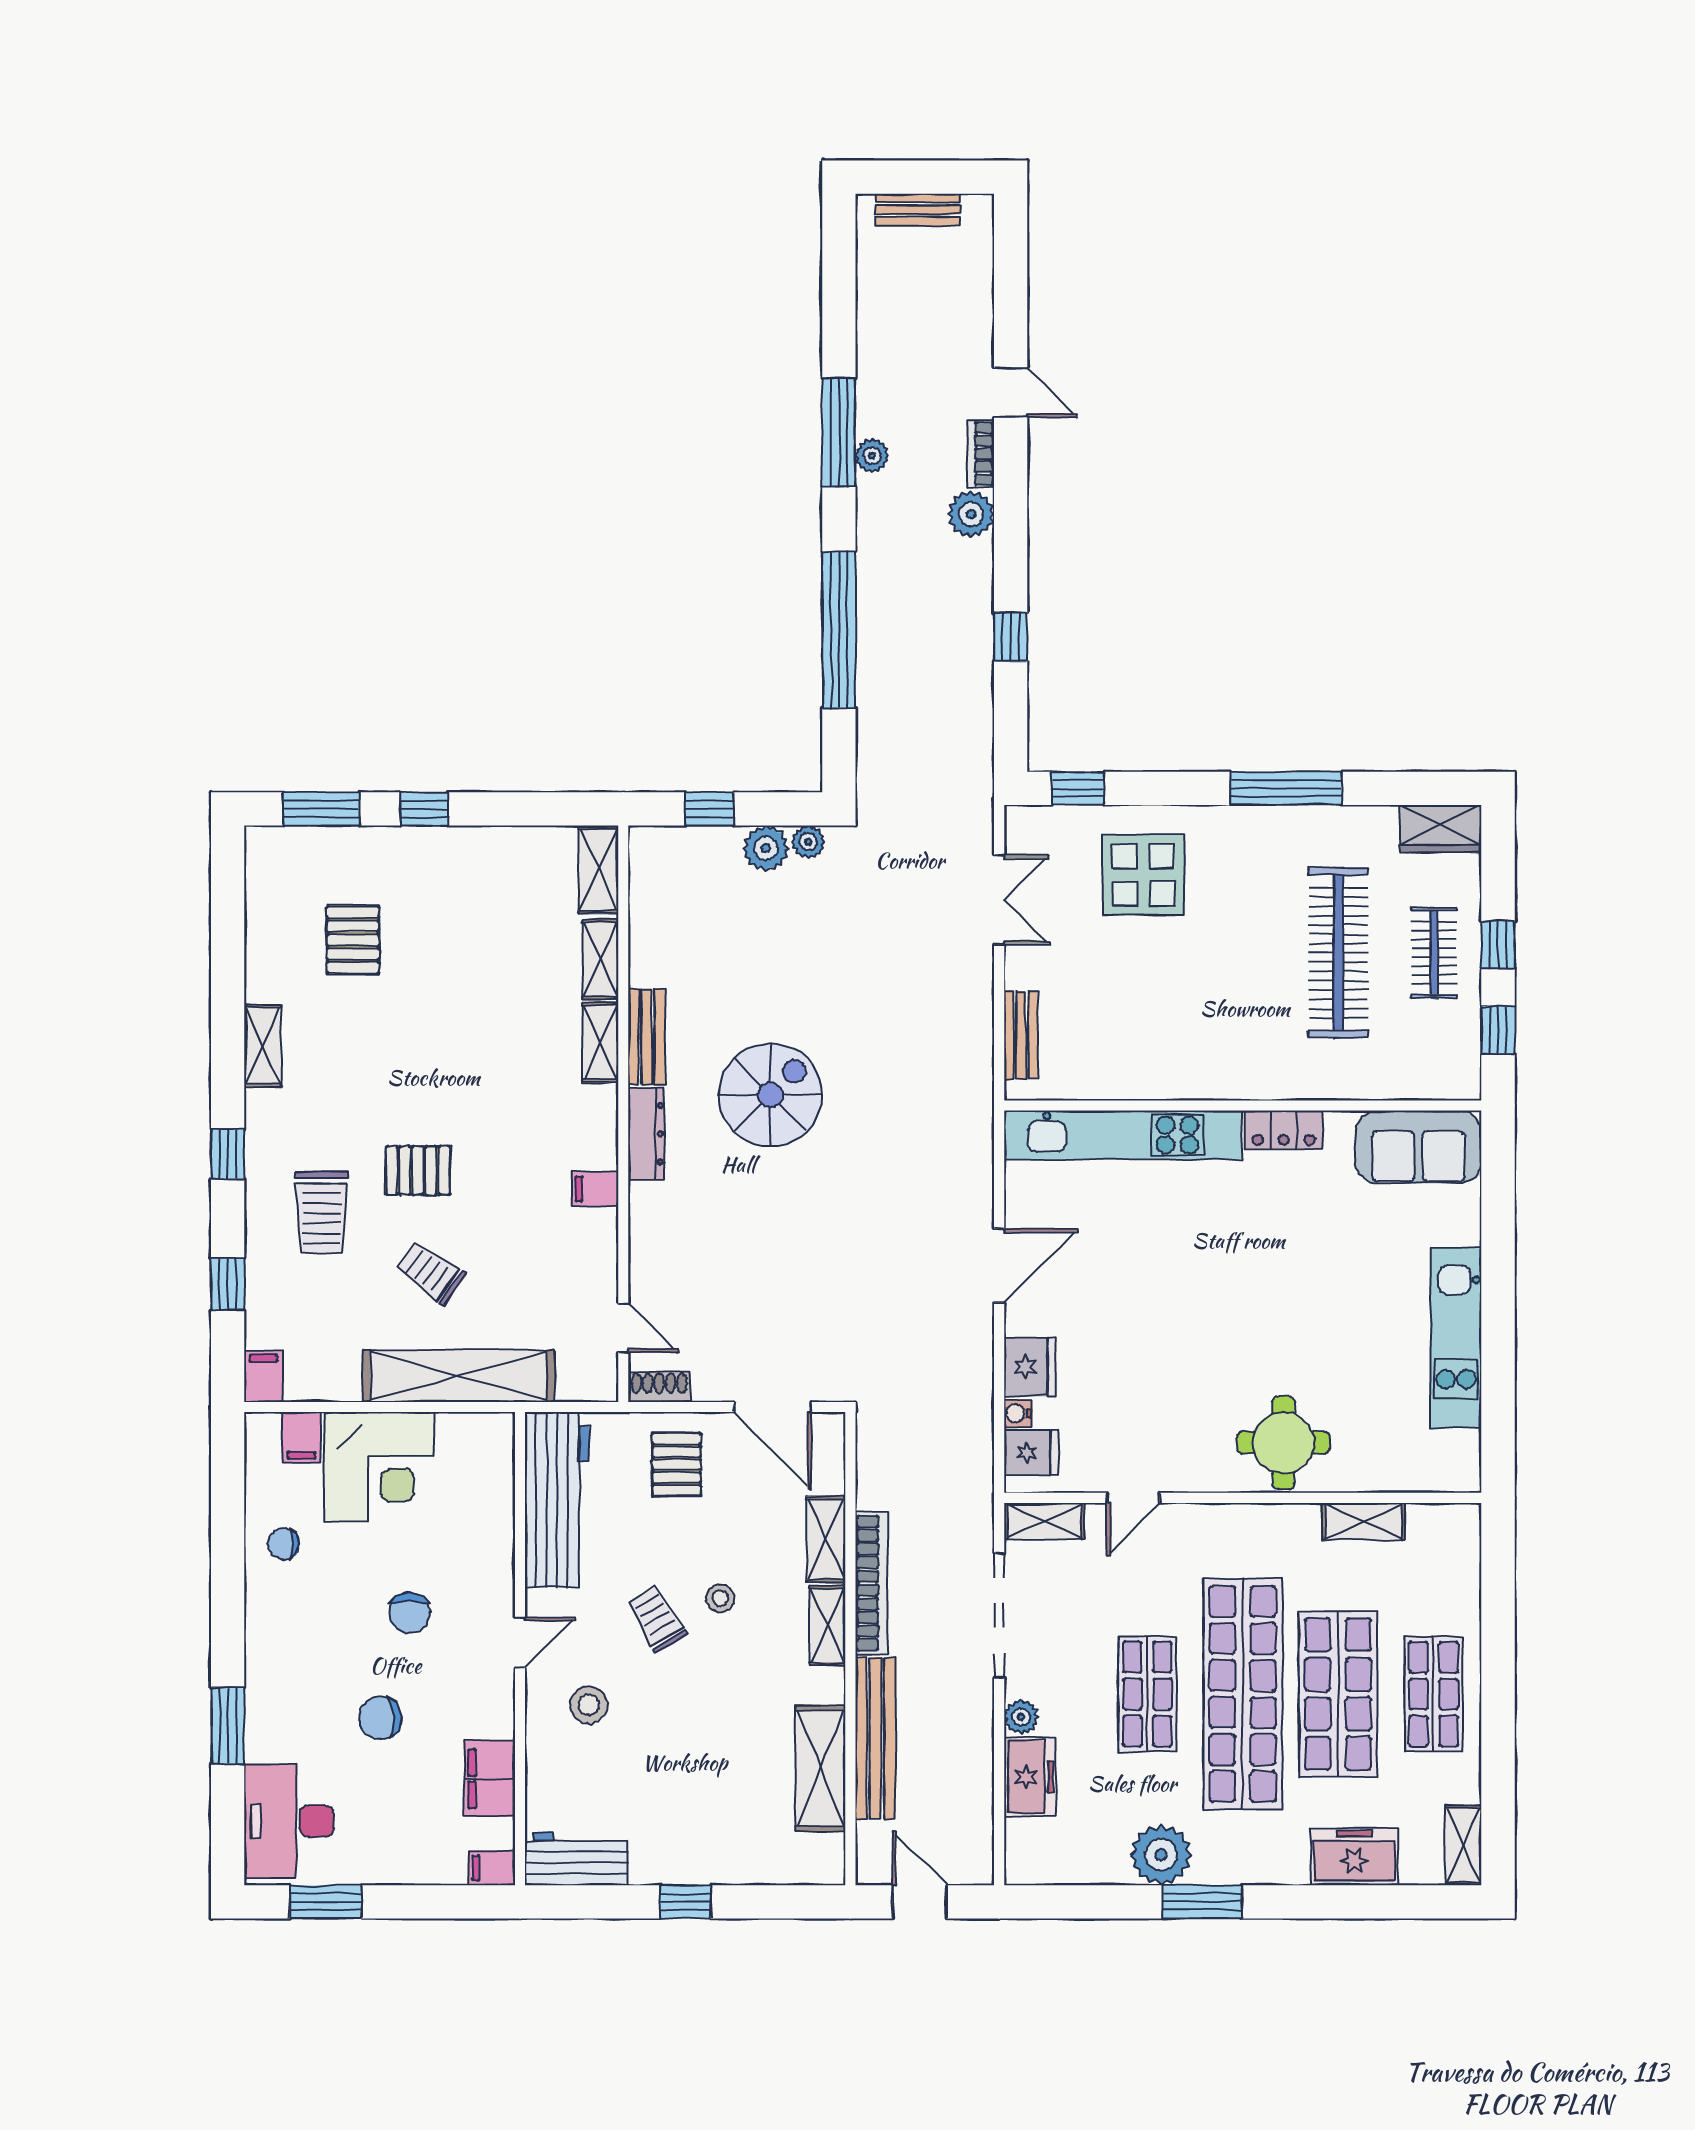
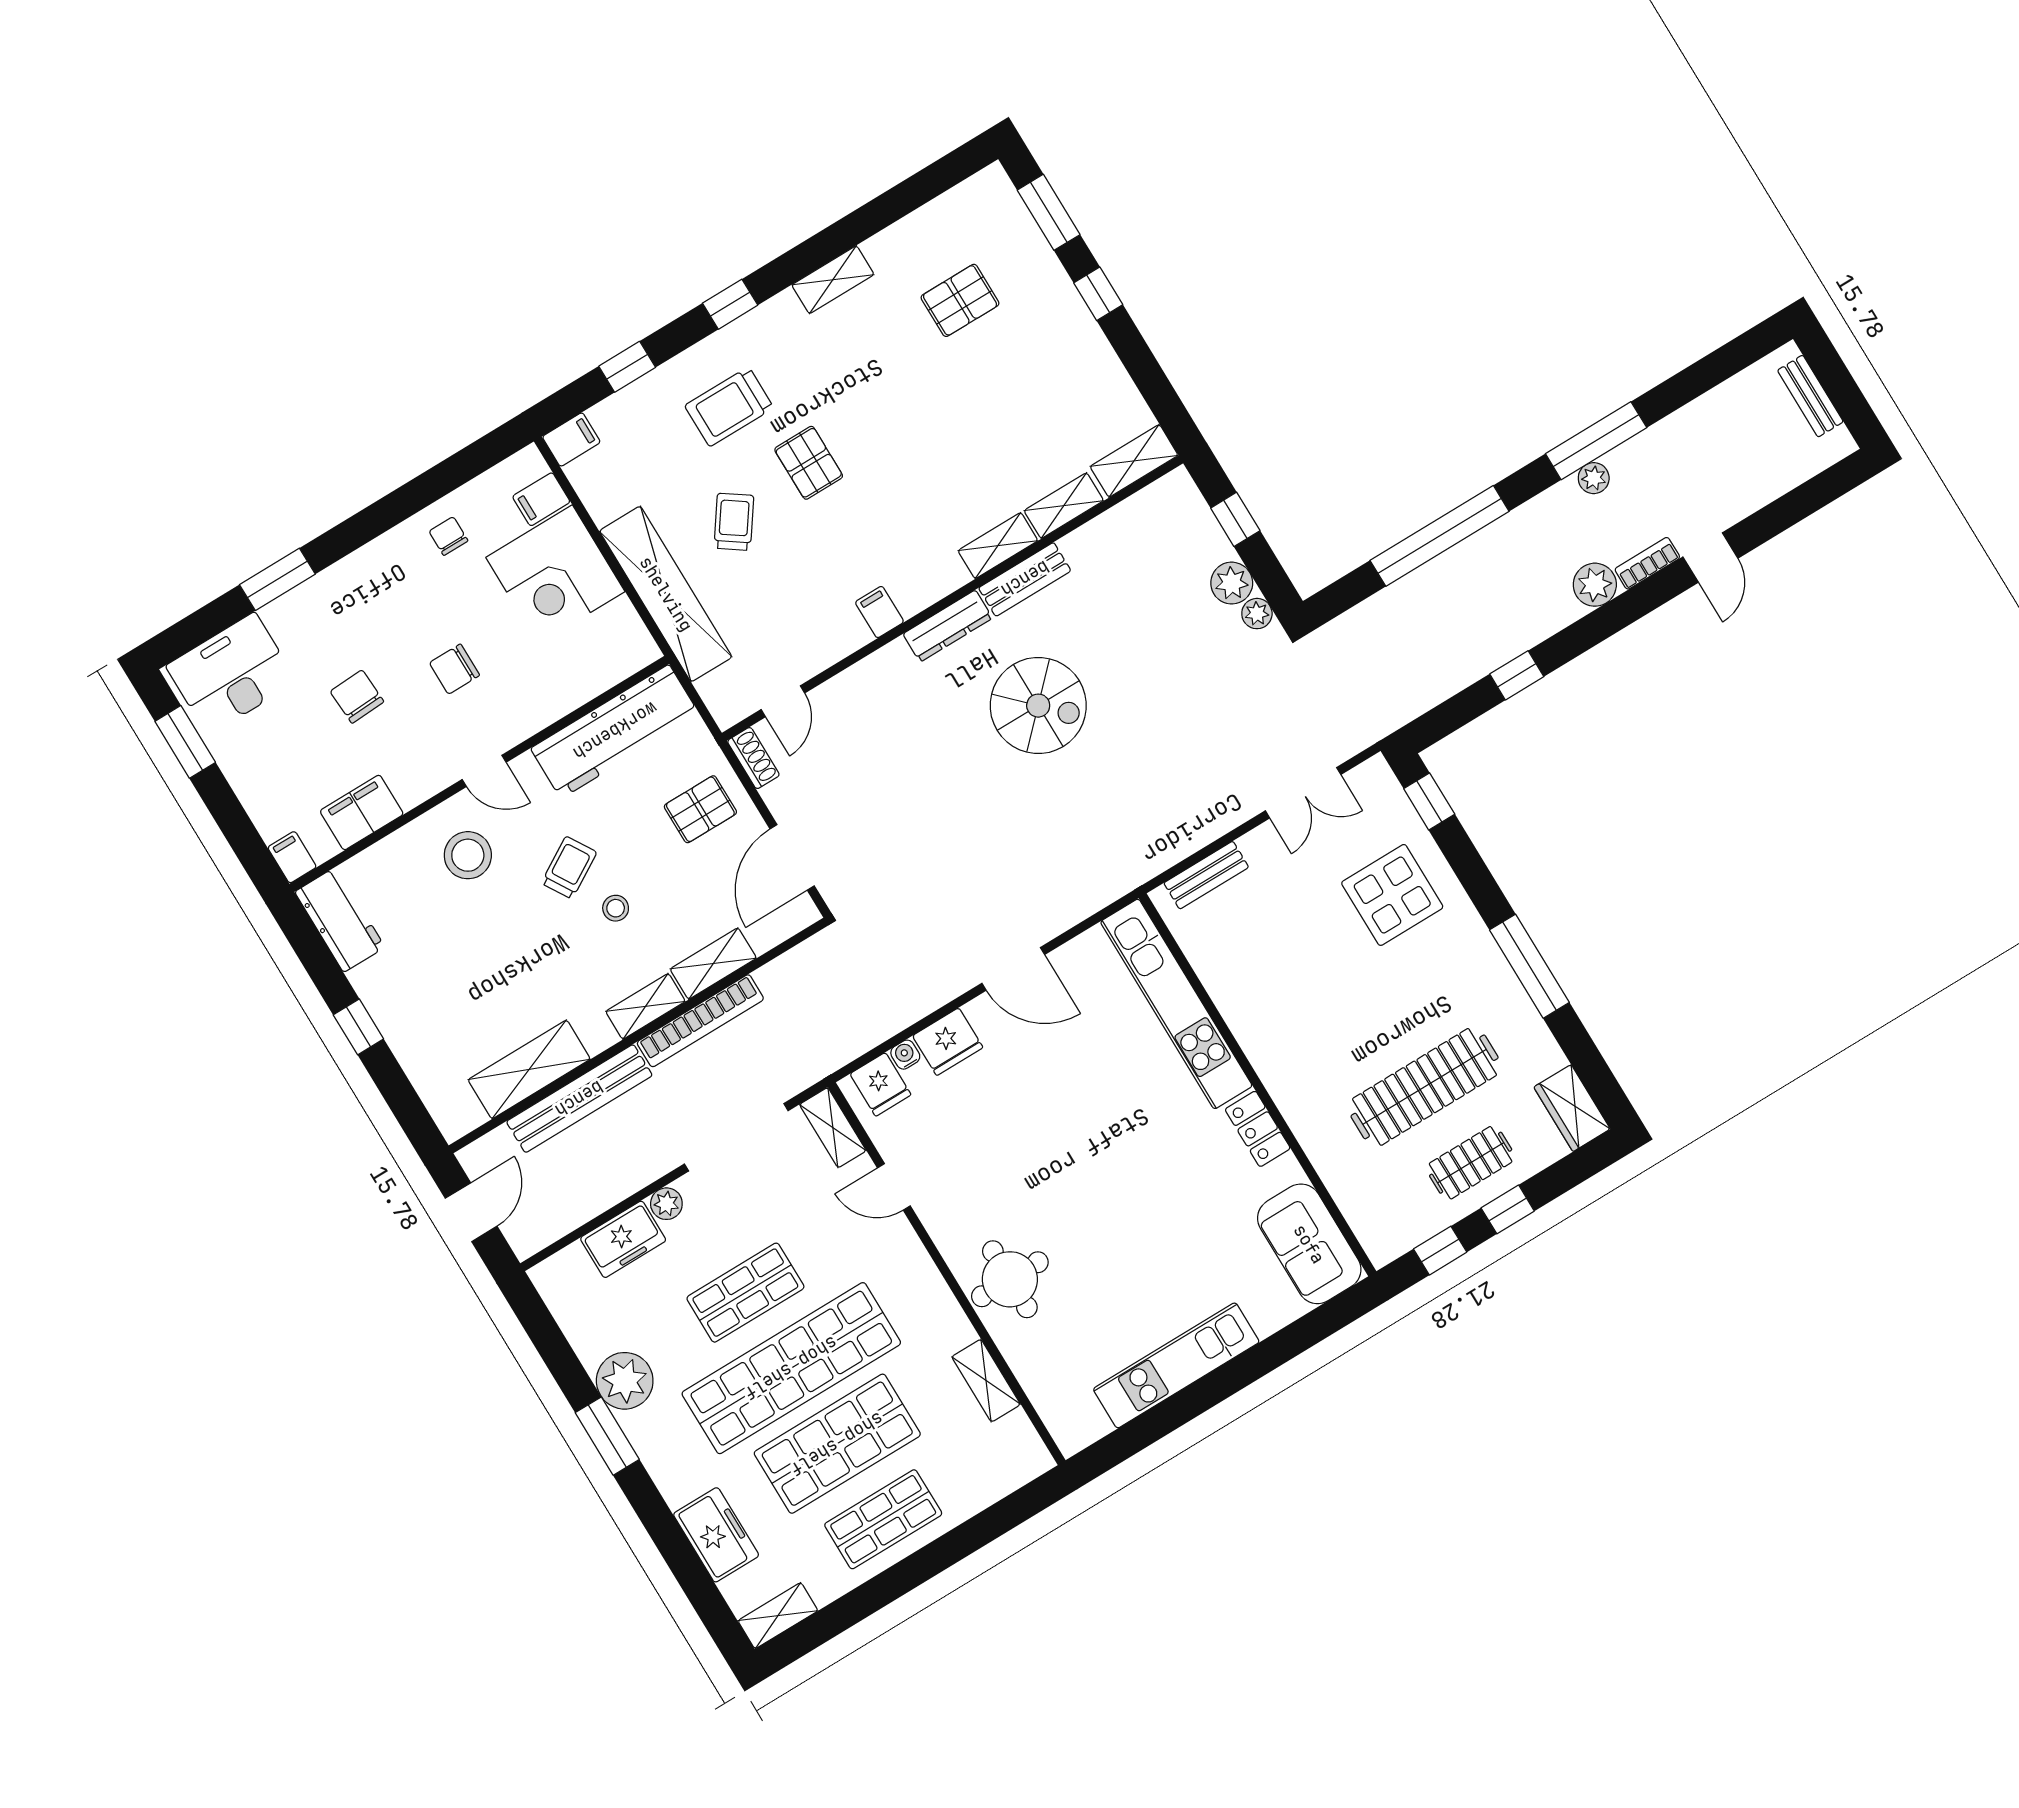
stool: (589, 1705) -> (468, 855), width x1.38, depth x1.38

